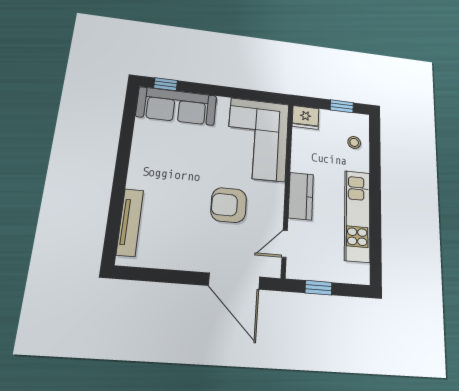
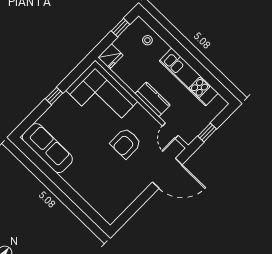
window: (166, 84) -> (54, 96), moved
sofa: (177, 106) -> (47, 148), moved, turned -90
tv unit: (130, 222) -> (94, 201), removed

